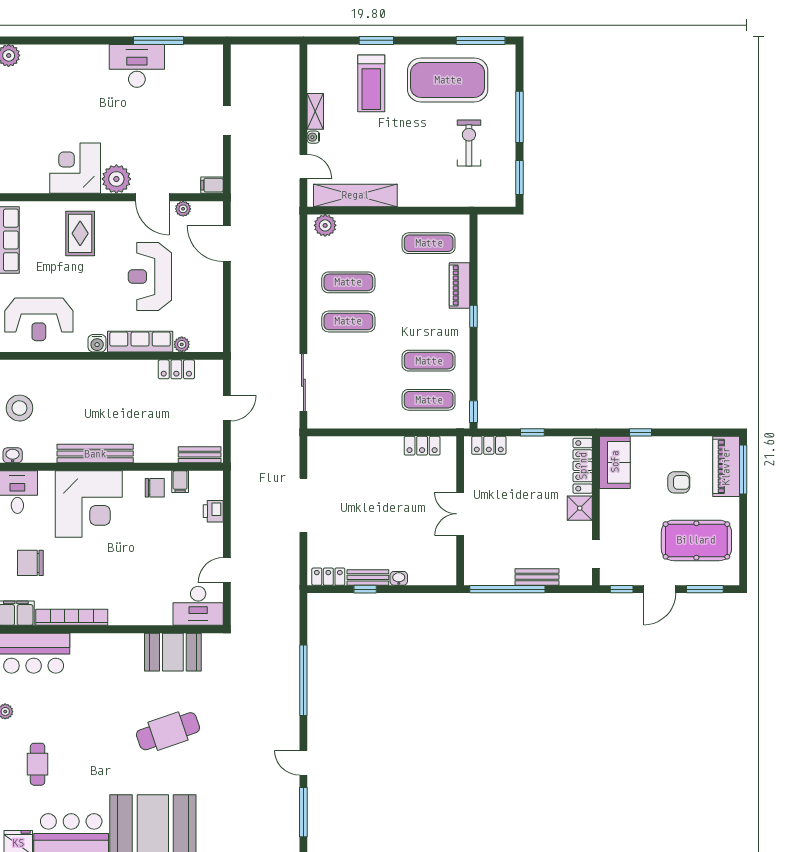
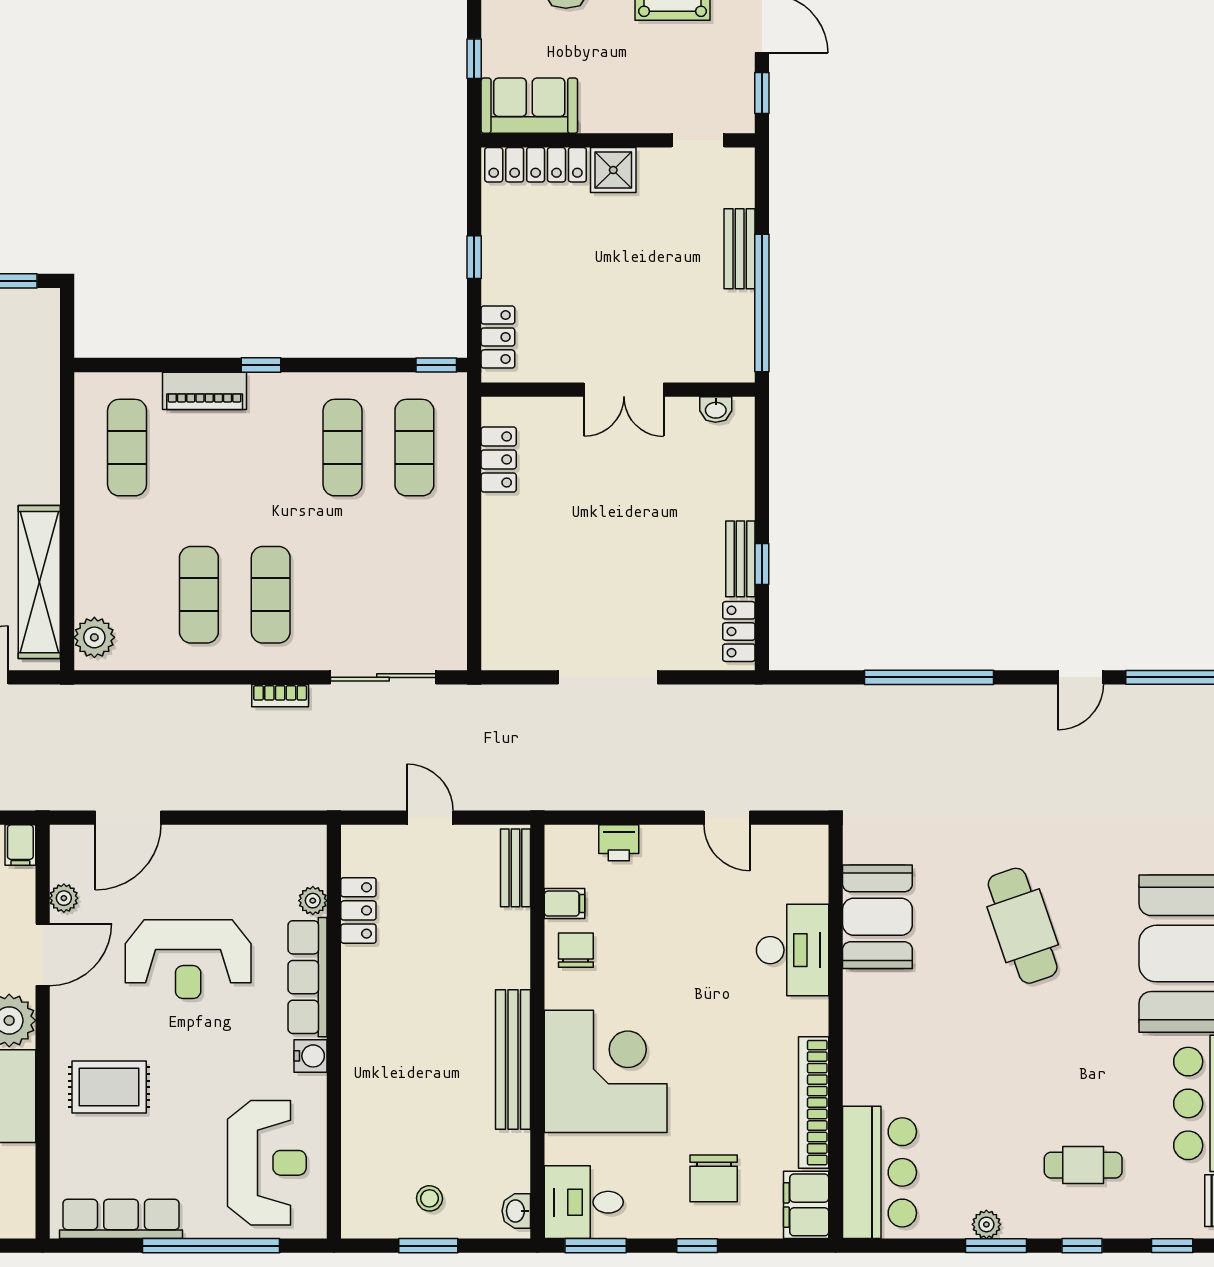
bookcase: (293, 327) -> (280, 696), added
stool: (19, 408) -> (429, 1198), width x0.53, depth x0.53
washbasin: (399, 578) -> (716, 409), moved, turned -90
desk: (198, 606) -> (793, 950), moved

